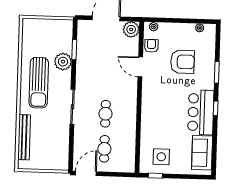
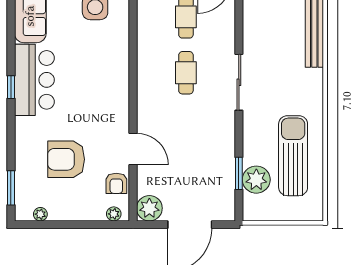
plant: (63, 62) -> (256, 180), moved
window: (217, 72) -> (11, 188), moved
sun lounger: (39, 83) -> (293, 156), moved

